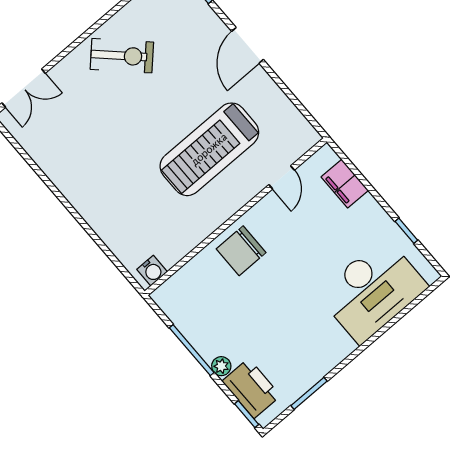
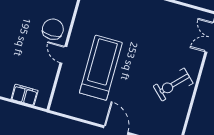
door: (282, 177) -> (63, 55), moved

